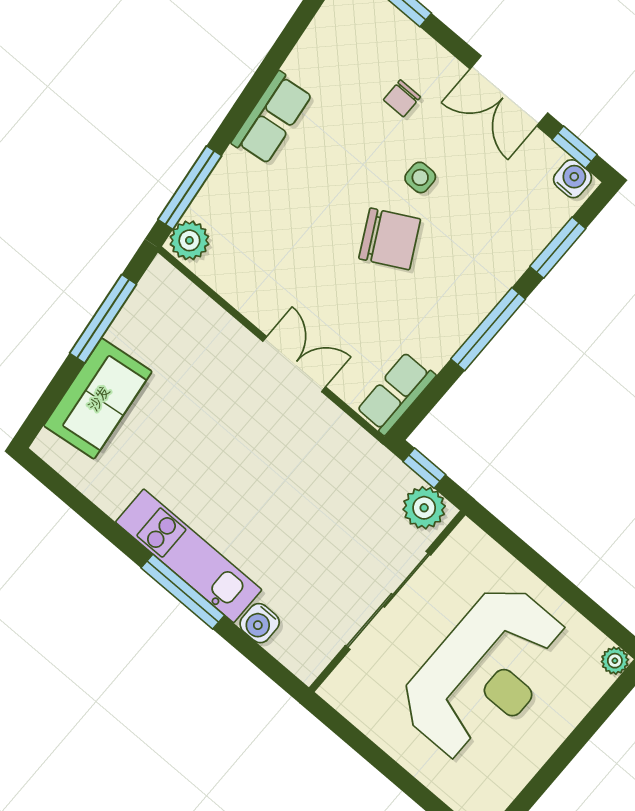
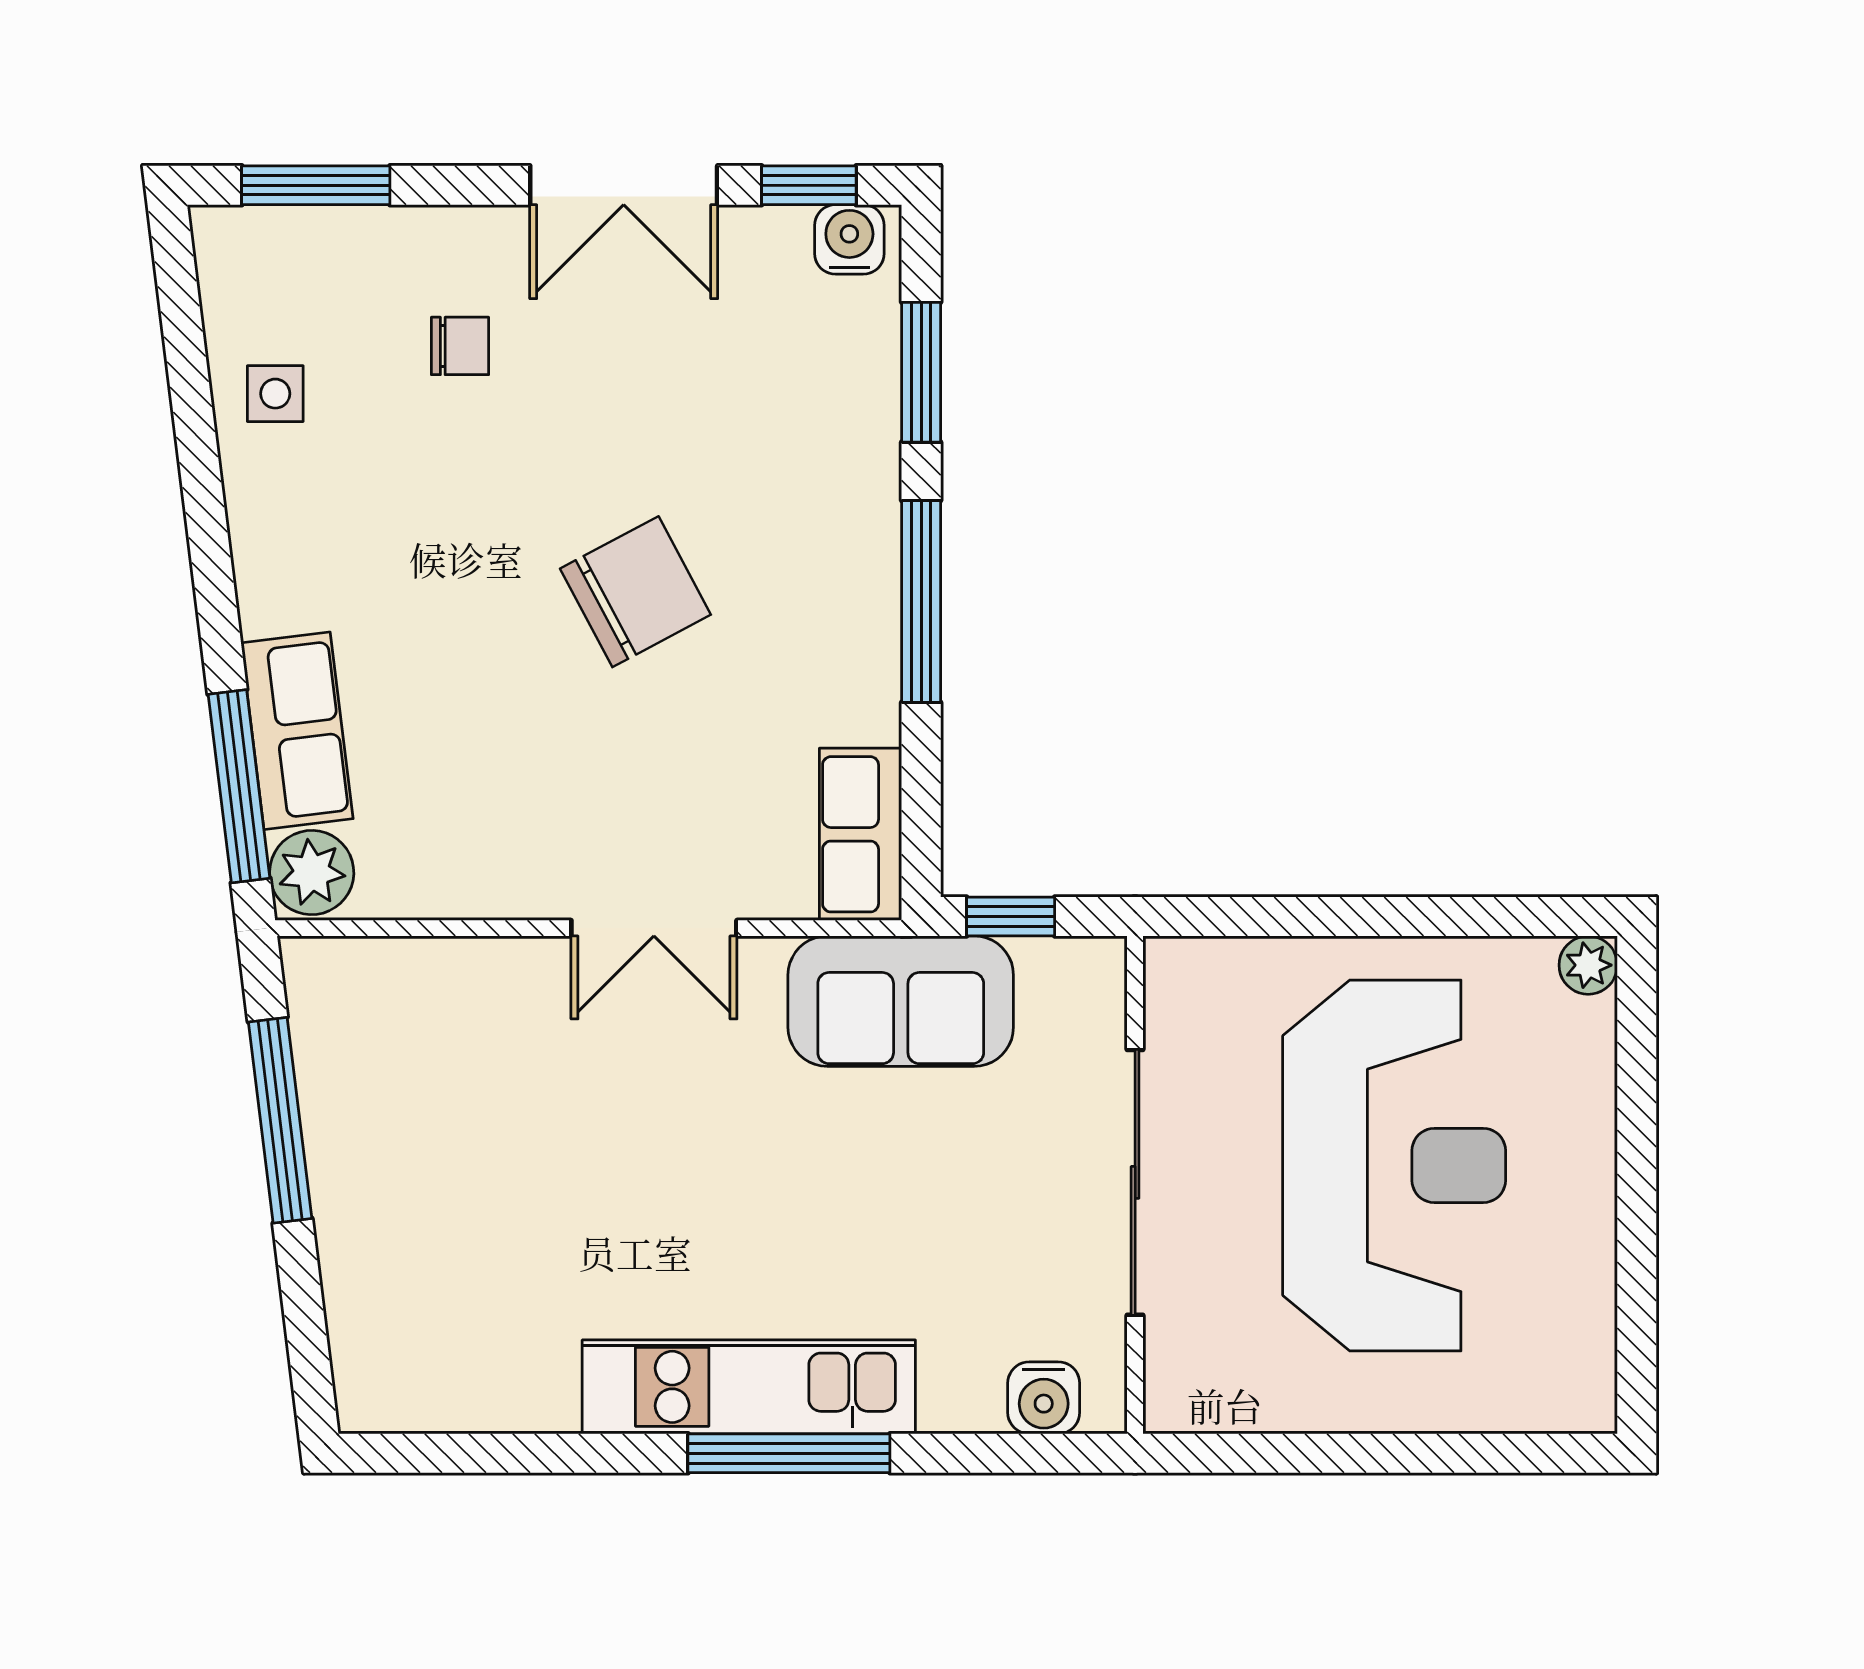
chair: (402, 98) -> (460, 346), turned -90
row of seats: (272, 118) -> (297, 731), moved
side table: (420, 177) -> (275, 394), moved
double door: (294, 364) -> (654, 928), swing flipped
sofa: (98, 398) -> (901, 1001), moved, turned 97
plant: (424, 508) -> (1065, 981), removed
water cooler: (260, 623) -> (1044, 1398), moved

